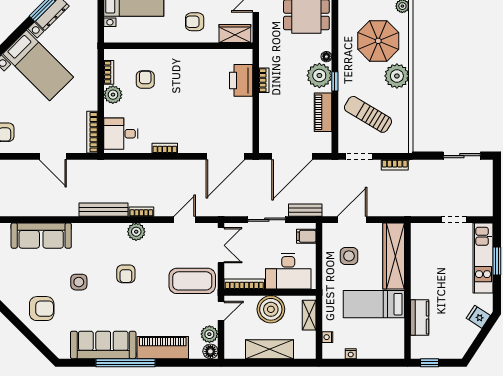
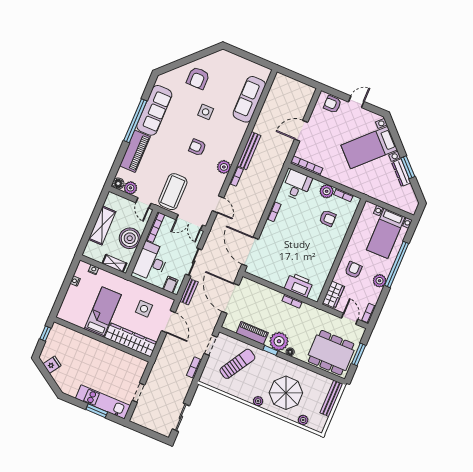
plant: (397, 76) -> (258, 401), width x0.53, depth x0.53
fridge: (478, 317) -> (52, 365), moved
kitchen counter: (420, 318) -> (80, 340), removed

